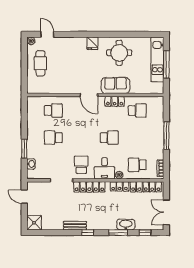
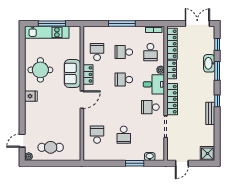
school desk: (109, 138) -> (124, 80), turned -90
school desk: (137, 138) -> (124, 52), added
double door: (166, 212) -> (197, 23), swing flipped

